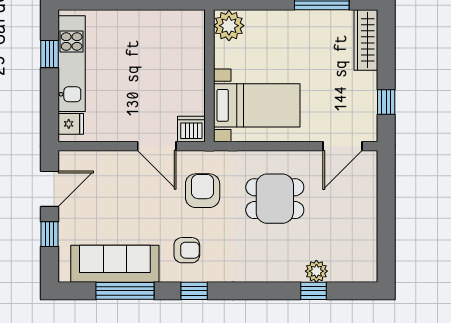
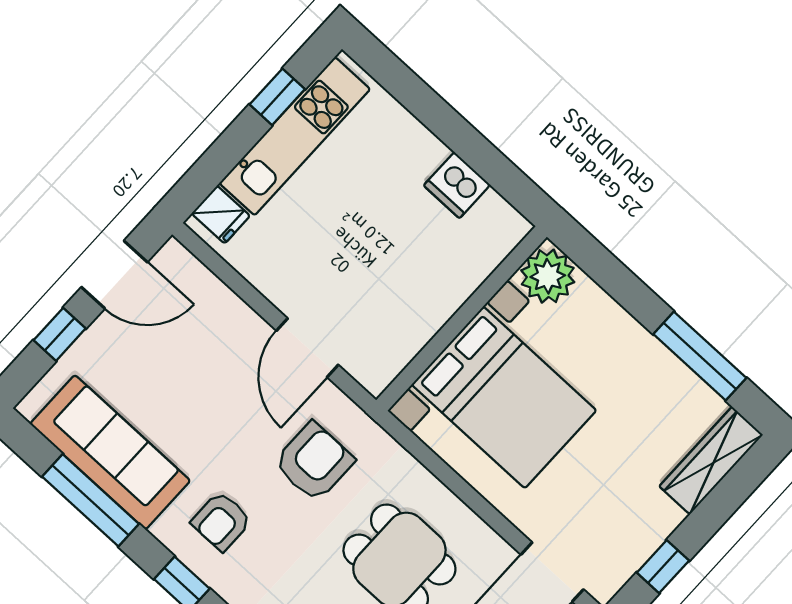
bed with nightstands: (257, 105) -> (504, 397), width x1.36
dishwasher: (191, 129) -> (457, 185), moved, turned 180
armchair: (187, 250) -> (221, 521), turned 90

